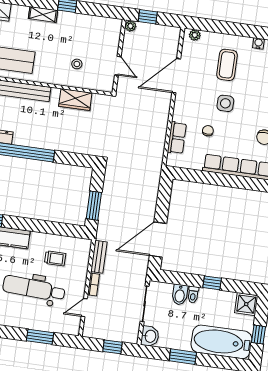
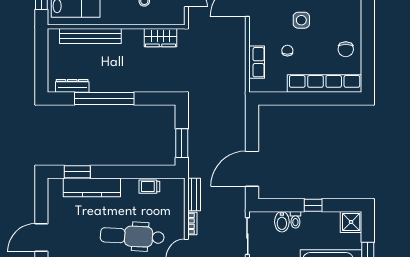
wardrobe: (75, 100) -> (161, 38), moved
trolley: (55, 258) -> (149, 187), moved, turned 180

